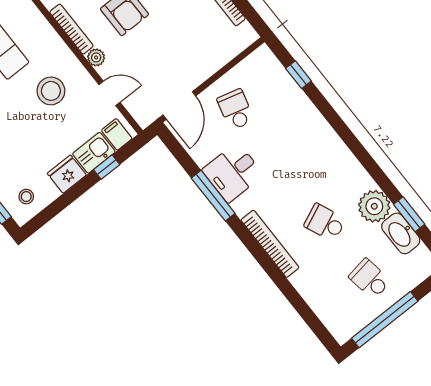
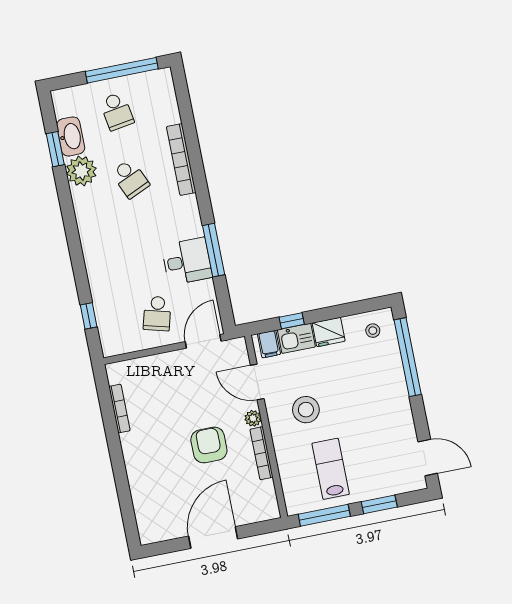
door: (110, 93) -> (257, 382), width x1.38
bookcase: (270, 244) -> (181, 160), moved

